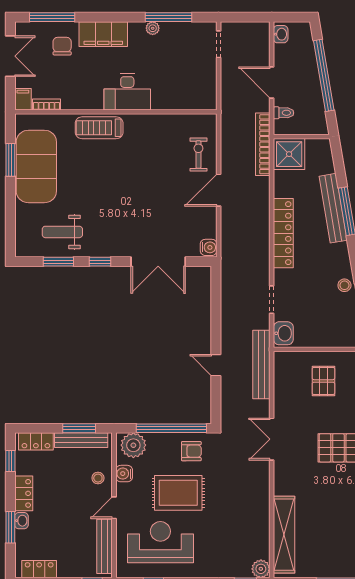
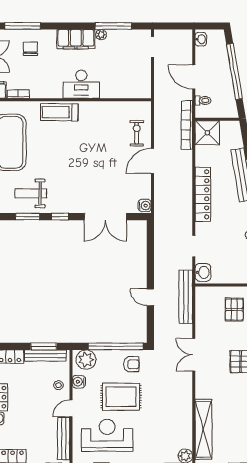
filing cabinet: (103, 34) -> (76, 39), moved

